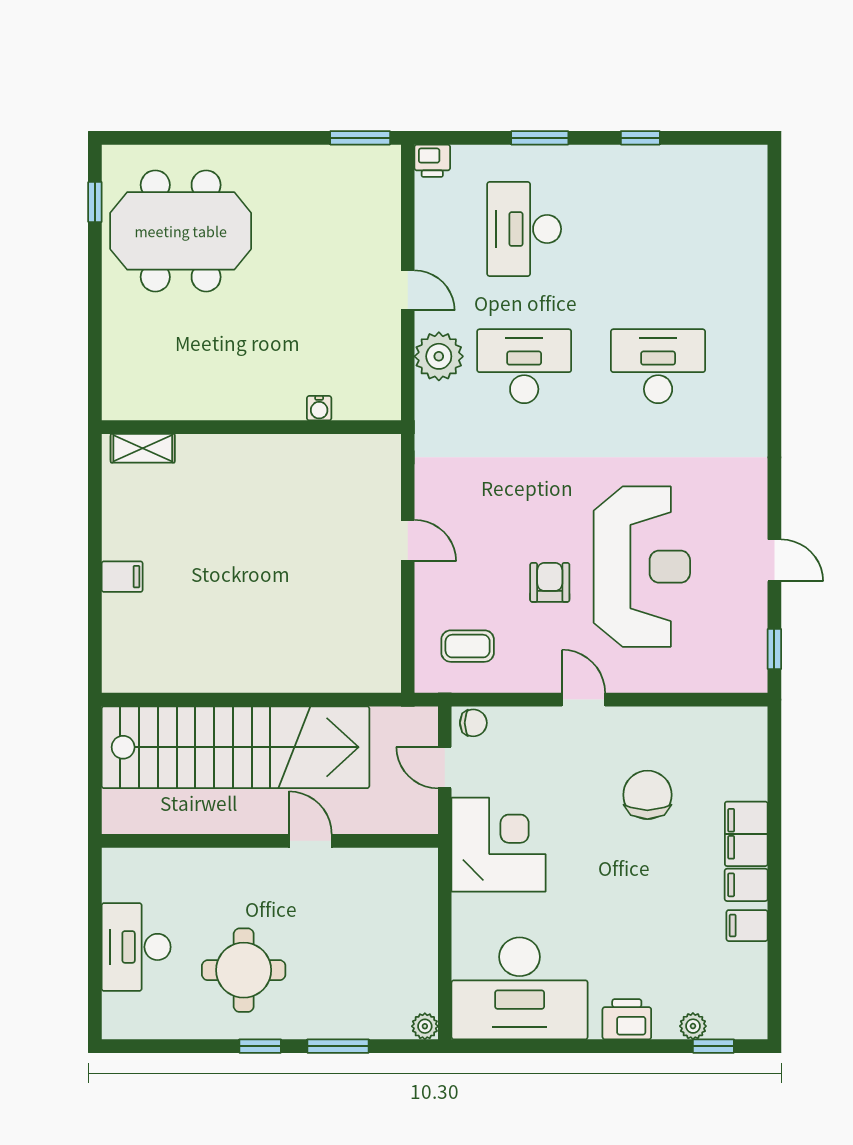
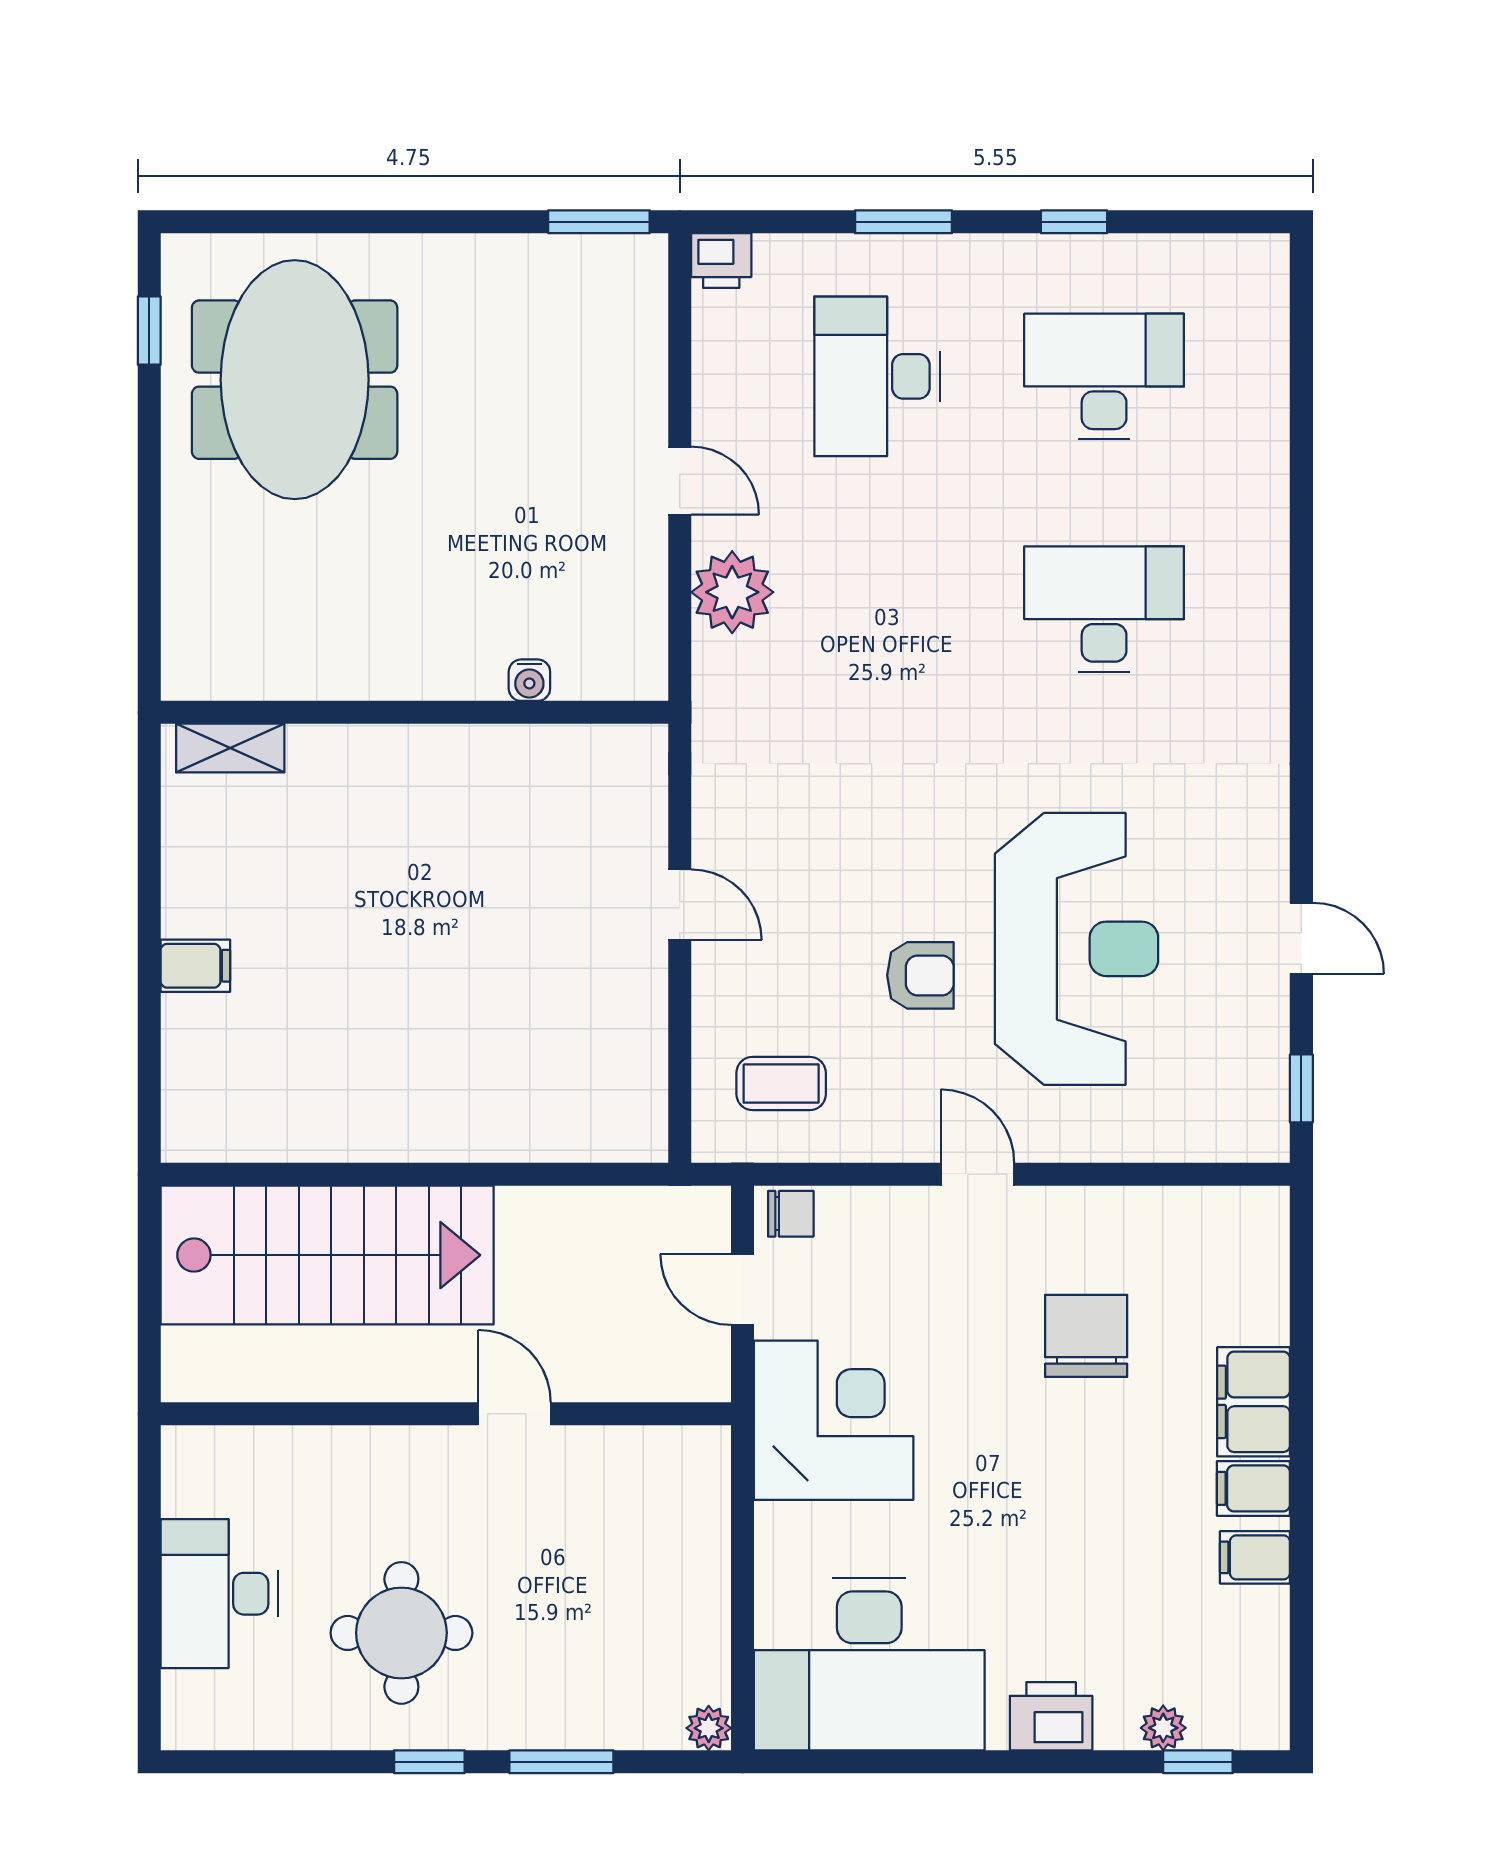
meeting table: (181, 231) -> (295, 380), turned 90
desk: (524, 366) -> (1104, 376), moved
armchair: (550, 582) -> (920, 975), turned 90
stairs: (235, 747) -> (327, 1255), width x0.73

